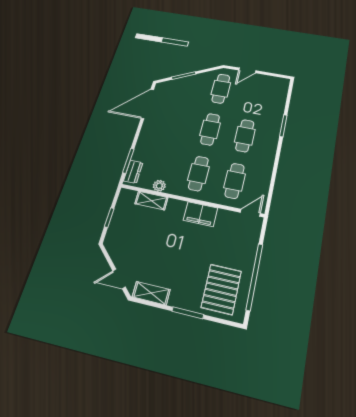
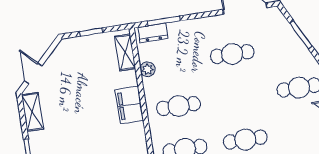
cafe table: (210, 129) -> (232, 54), moved
shelving: (151, 201) -> (125, 52), moved
filing cabinet: (200, 214) -> (129, 105), moved

